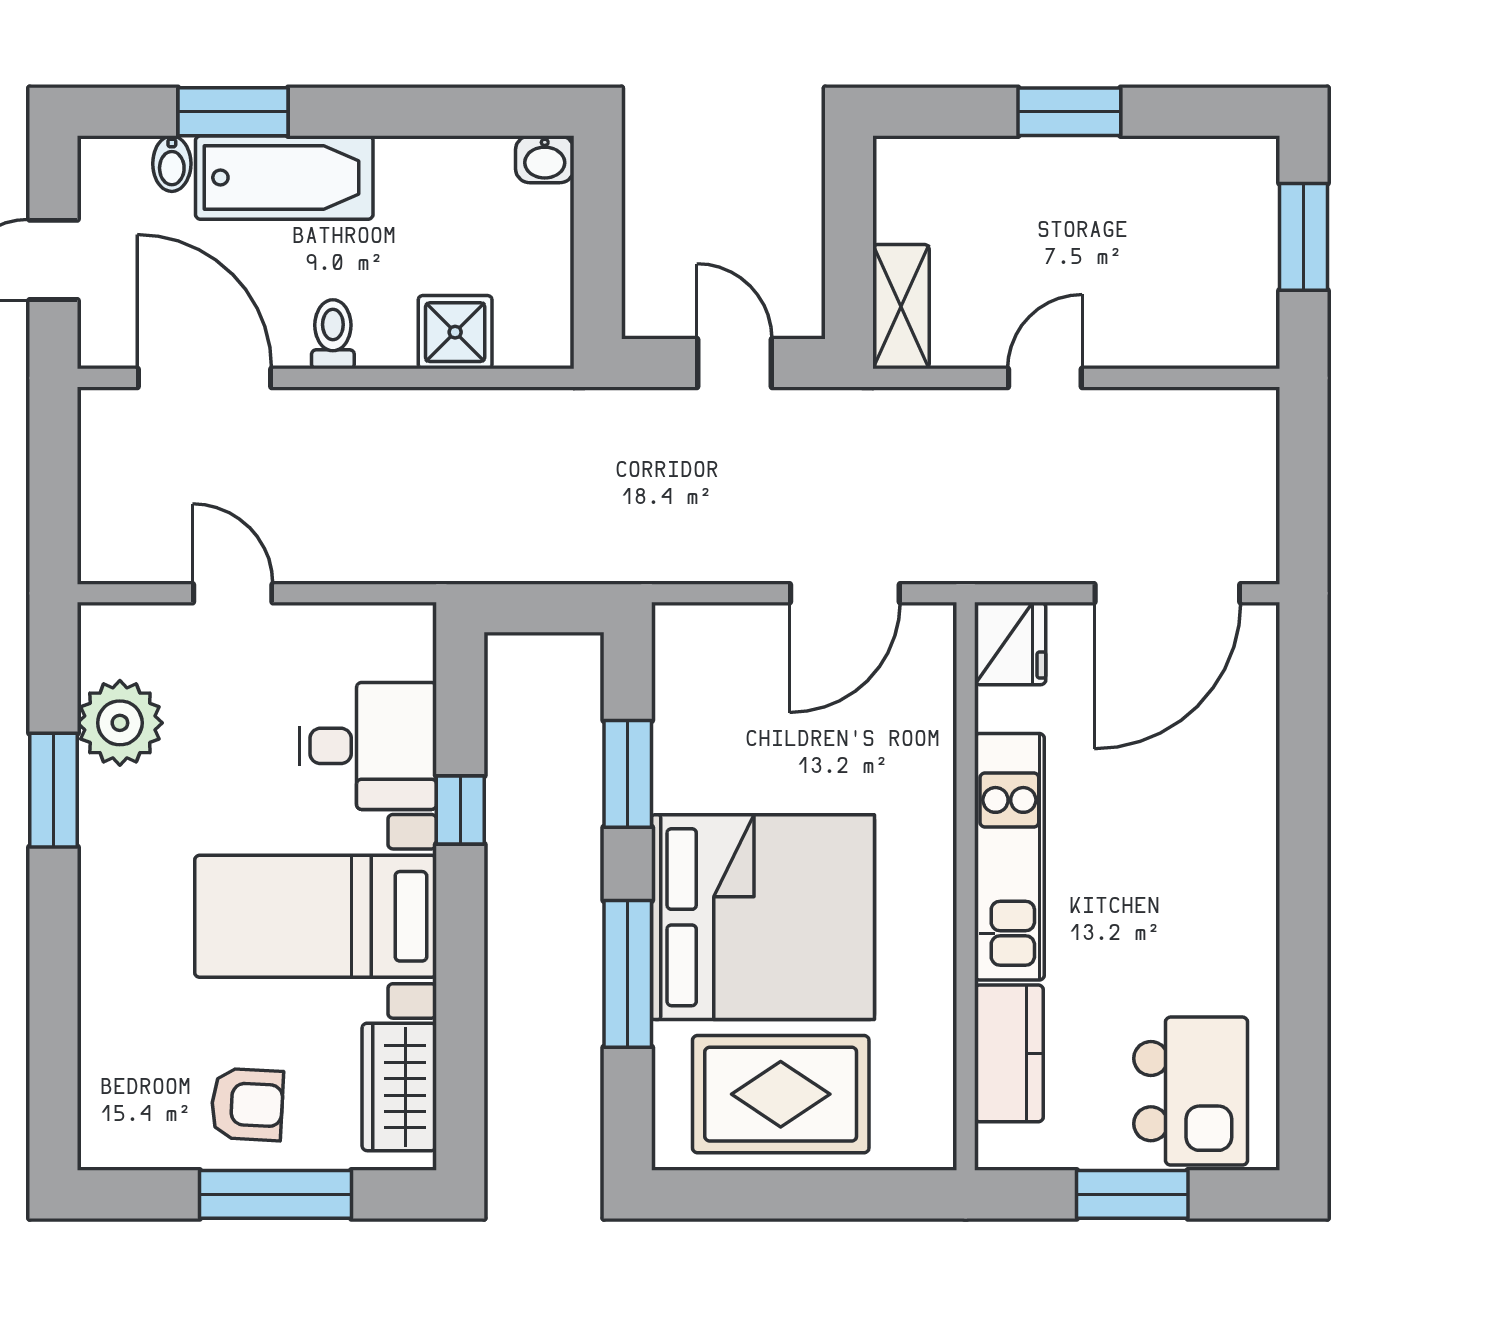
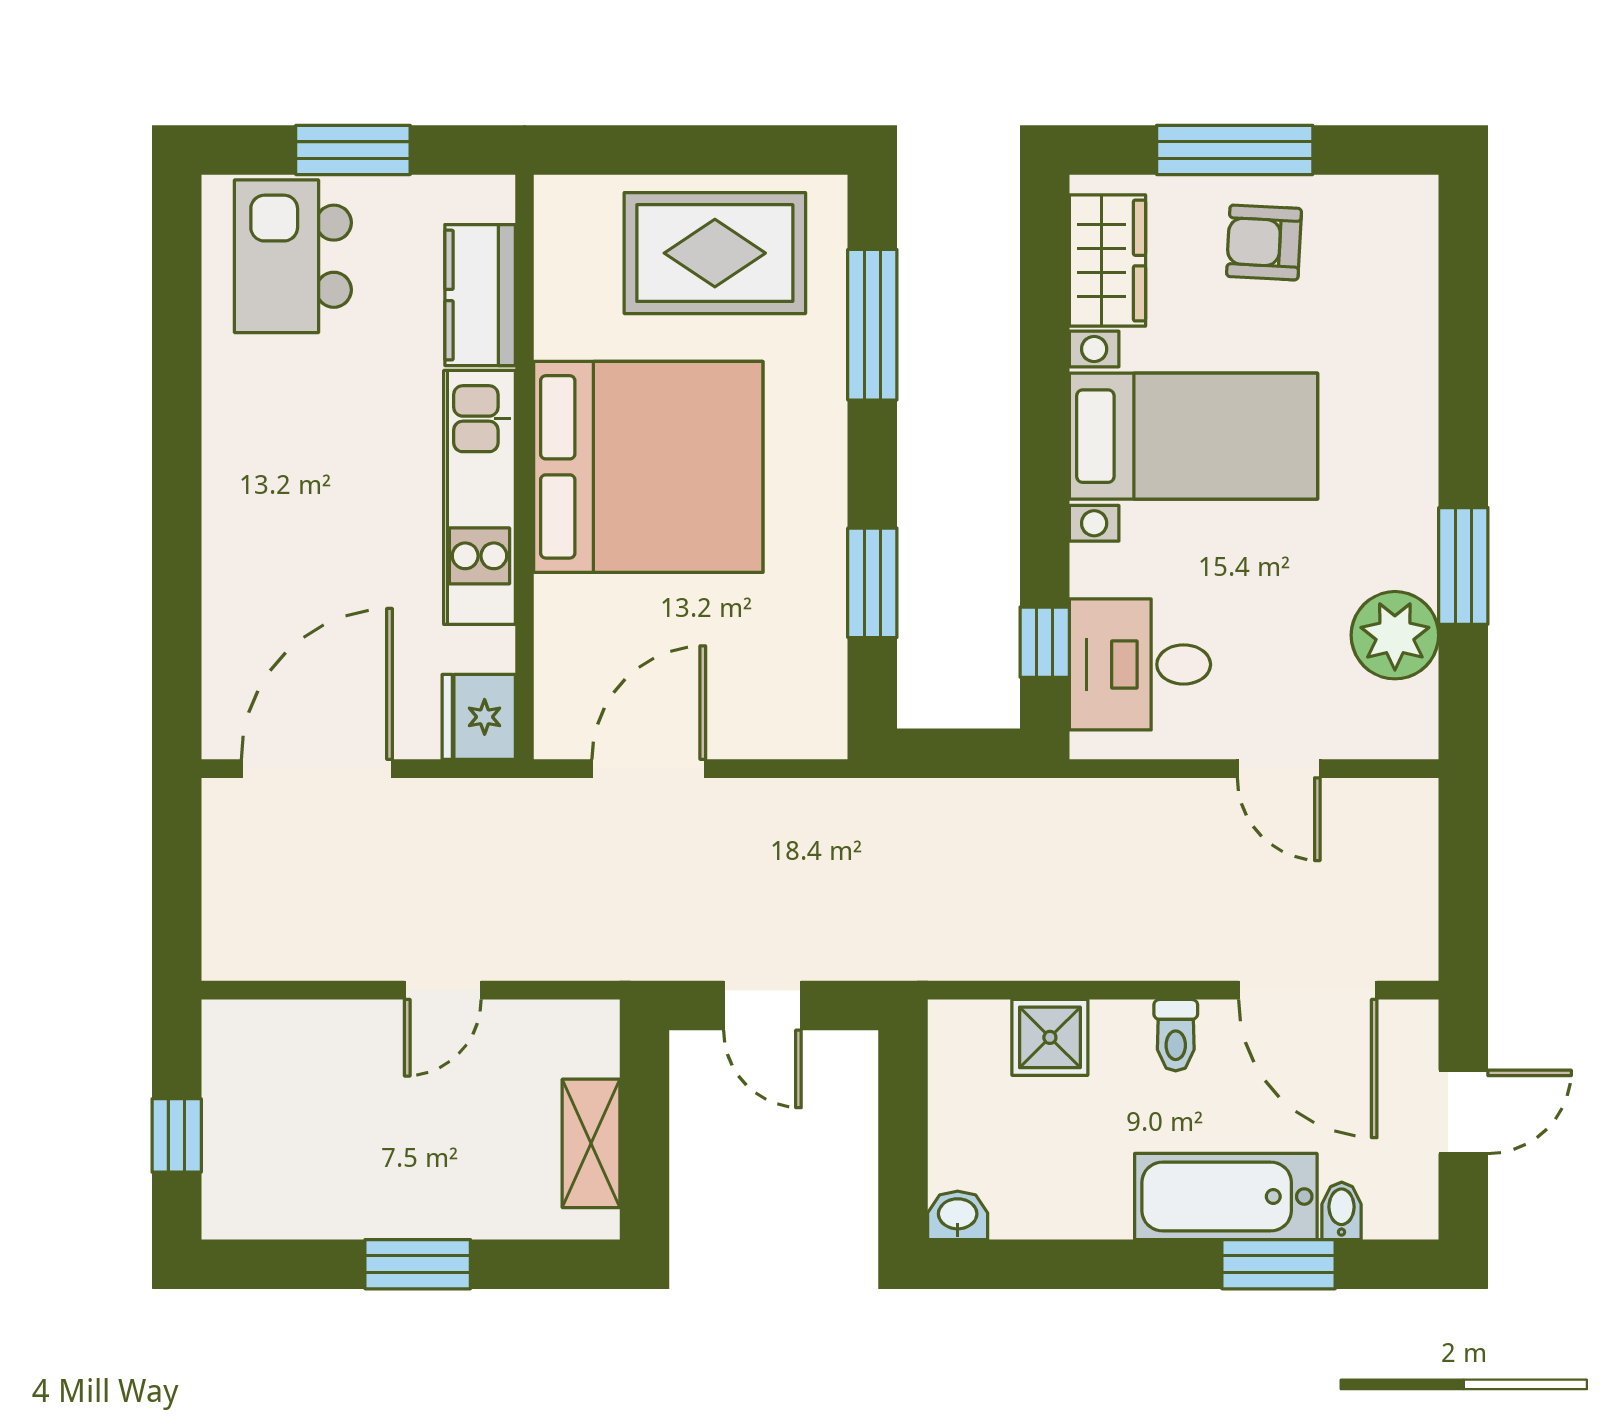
window: (1304, 237) -> (177, 1135), width x0.67
shelving: (901, 307) -> (591, 1143), moved
desk: (368, 746) -> (1140, 664), moved
window: (460, 810) -> (1045, 642), moved
bed: (763, 917) -> (648, 467), moved, turned 180
window: (628, 974) -> (872, 325), moved

